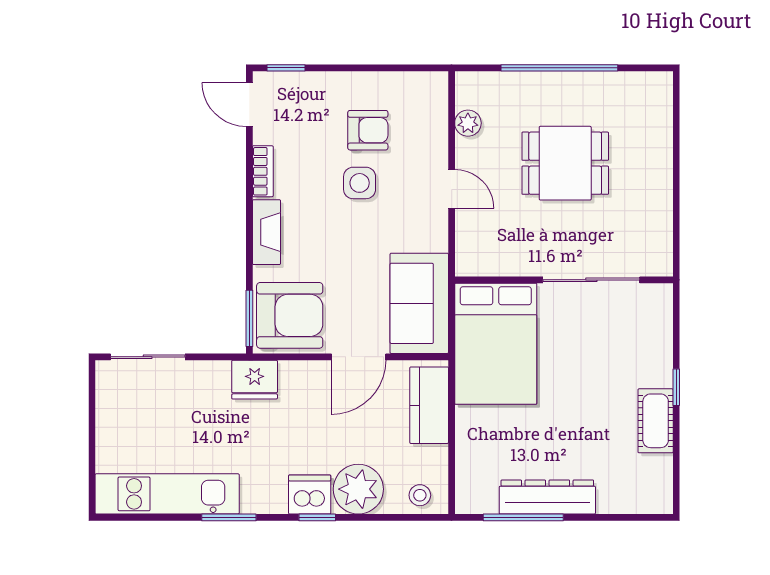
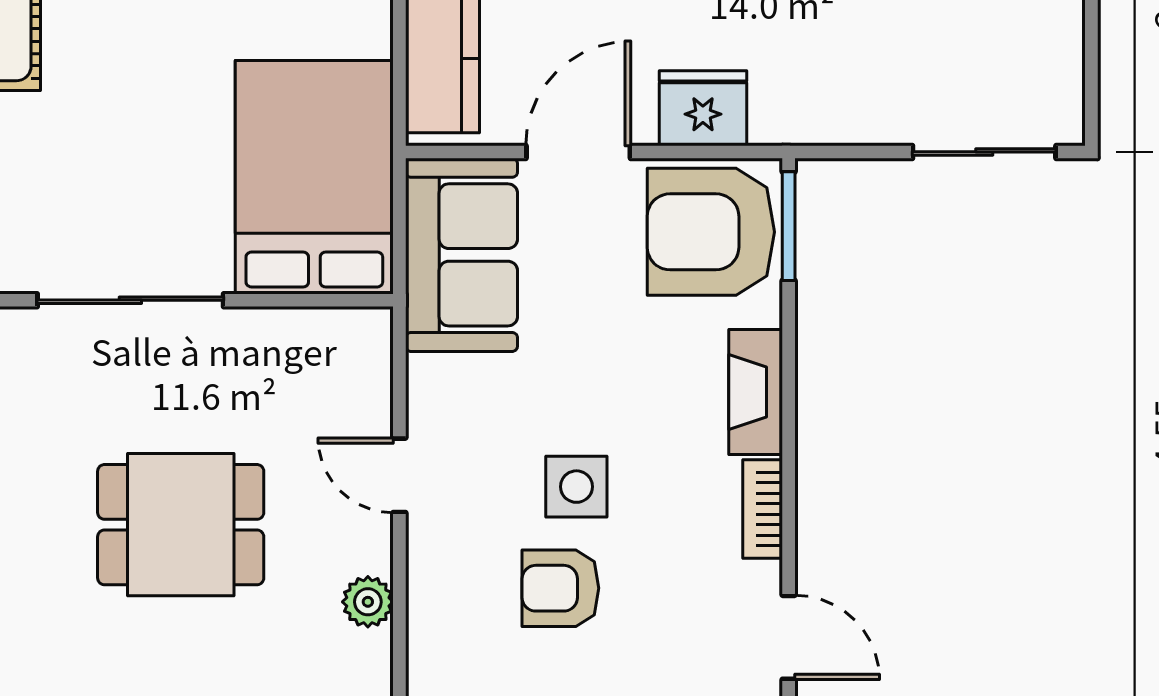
fridge: (255, 380) -> (703, 108), moved

